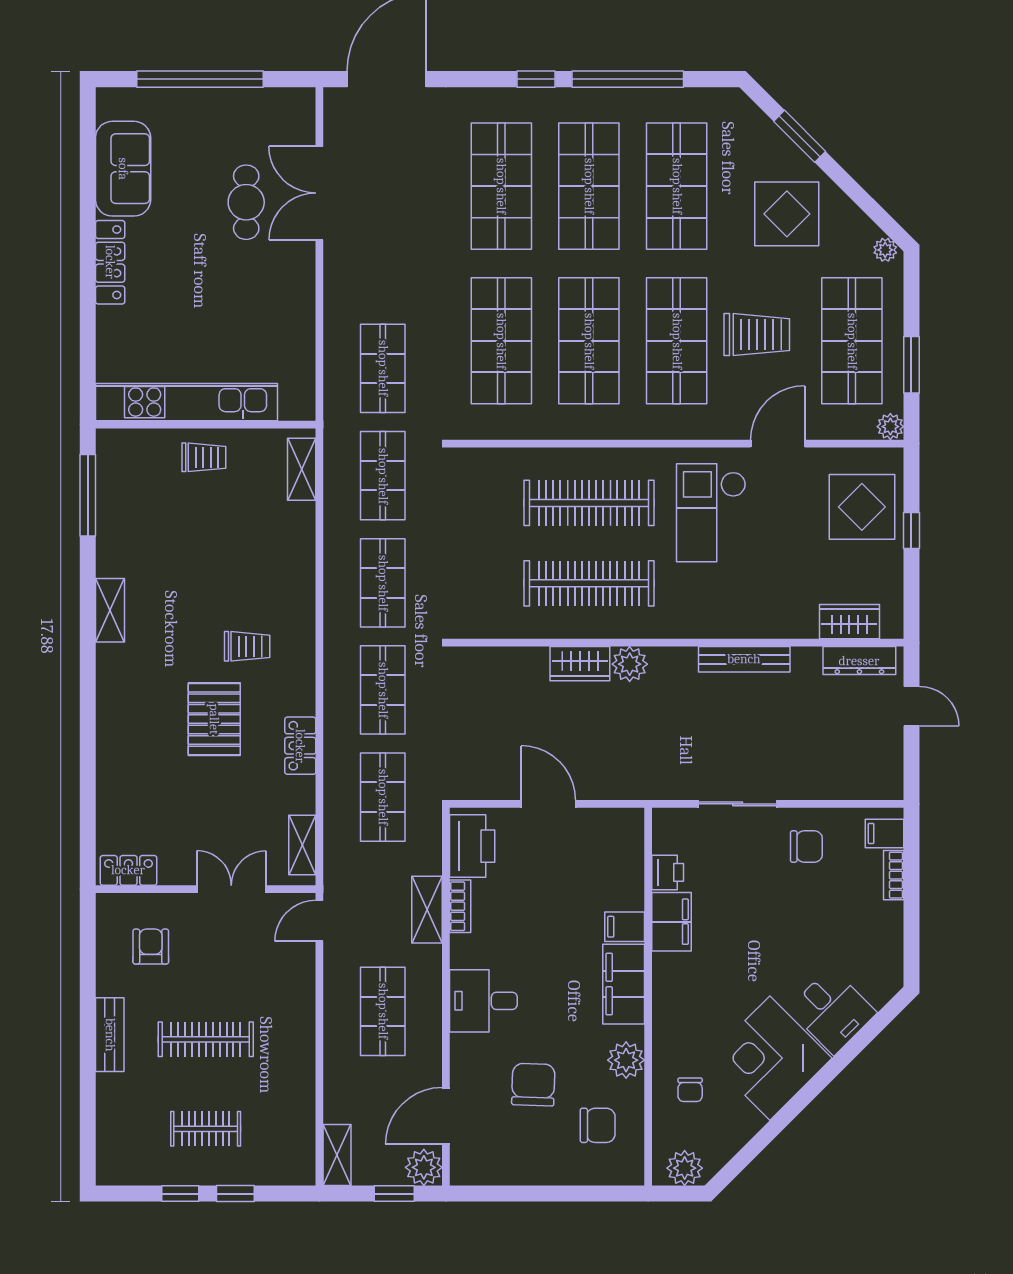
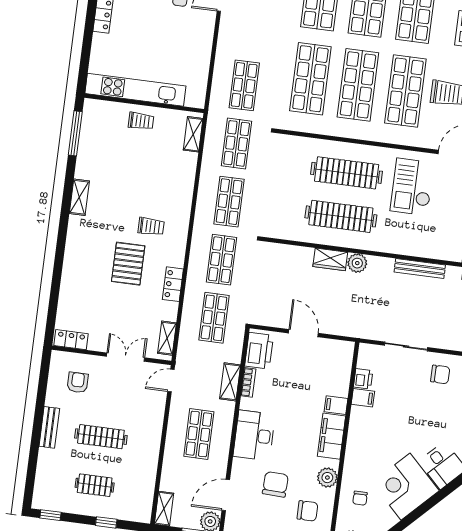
filing cabinet: (672, 922) -> (363, 398), width x0.50
desk: (483, 1001) -> (254, 435), width x1.37
window: (180, 1194) -> (50, 515), moved

